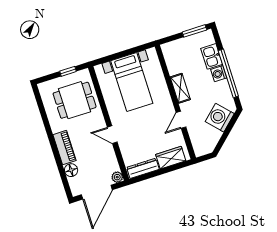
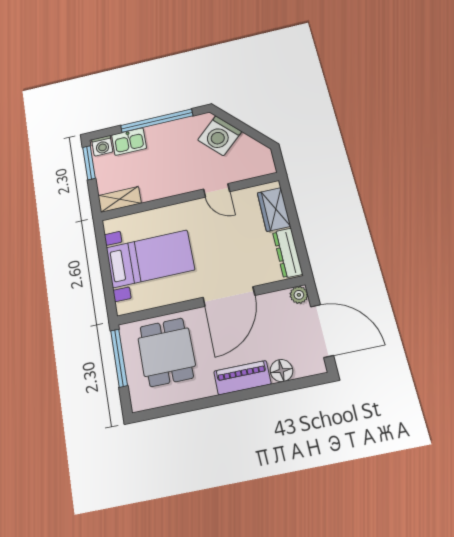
window: (68, 71) -> (119, 358), width x2.17
washing machine: (219, 74) -> (102, 146), moved
shelving: (180, 88) -> (120, 199), moved
door: (112, 135) -> (229, 296), width x1.88

